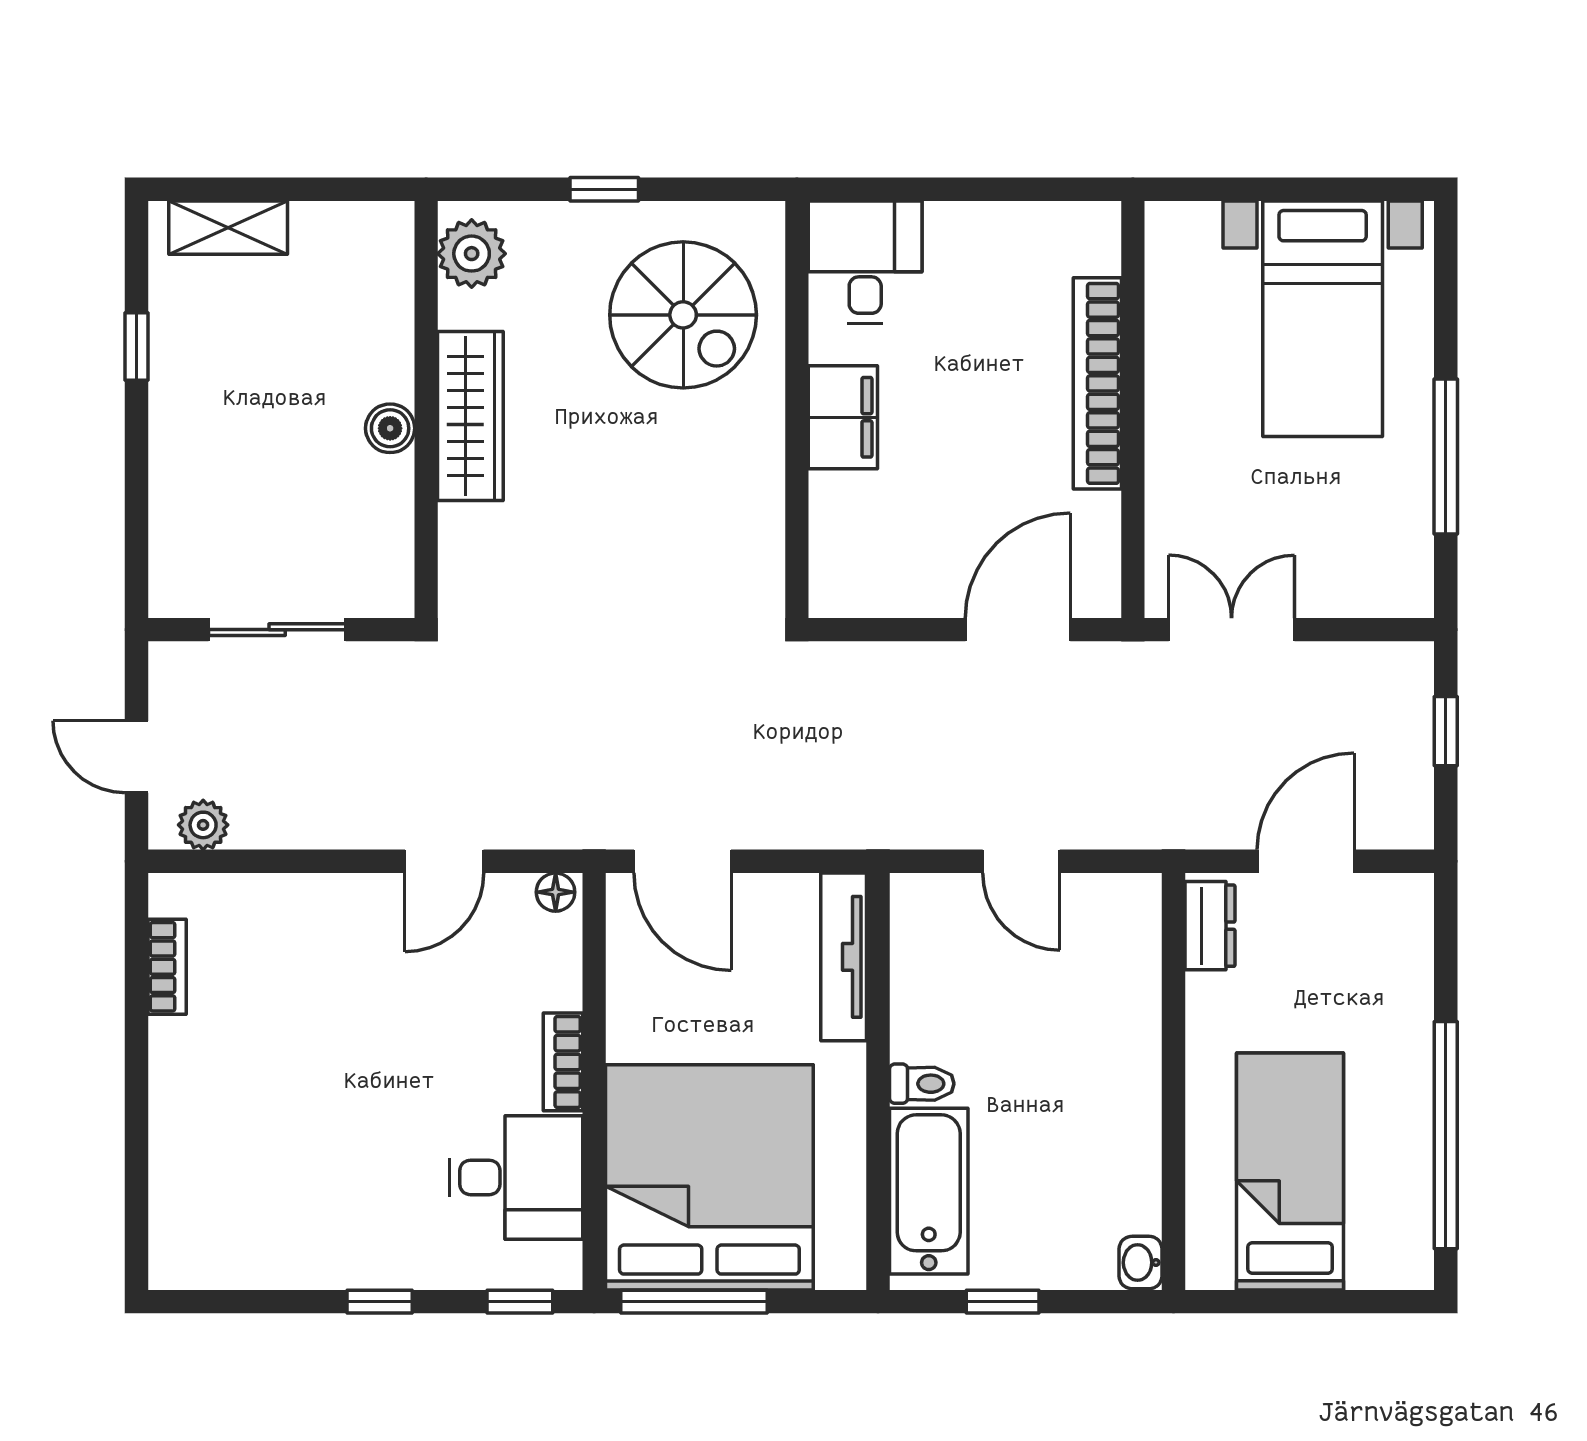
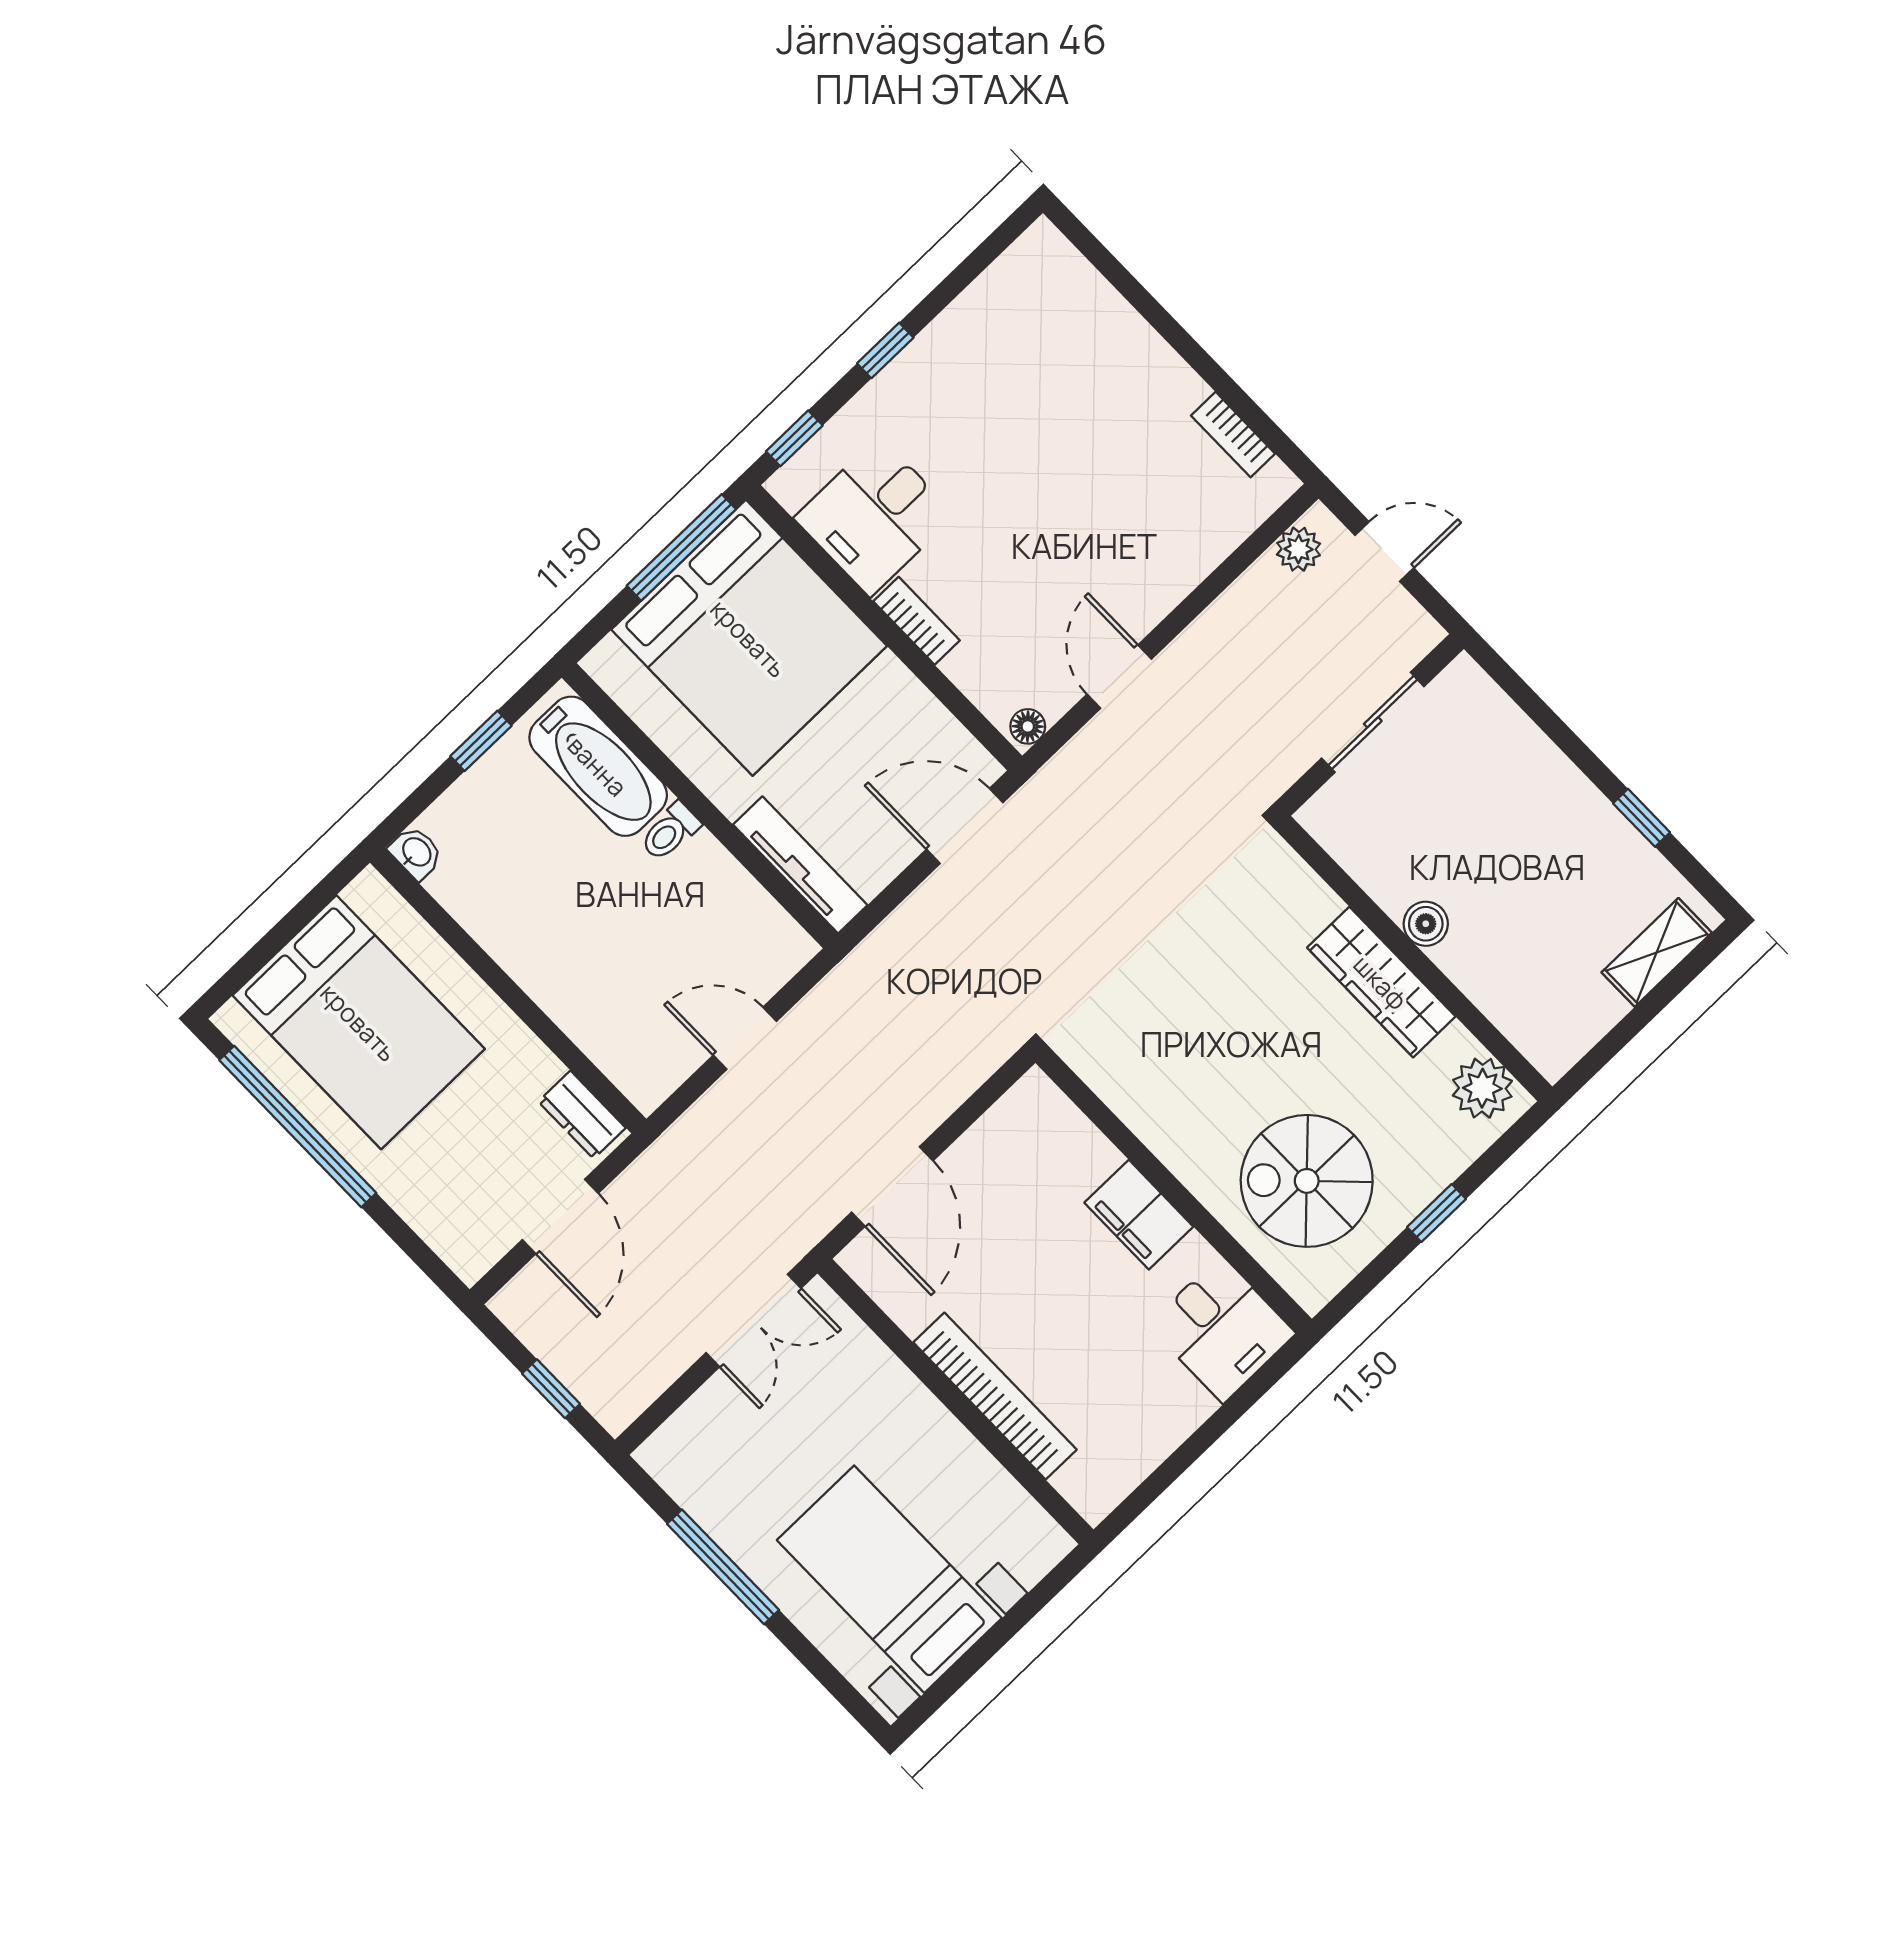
bed: (1290, 1171) -> (359, 1022), width x1.50

